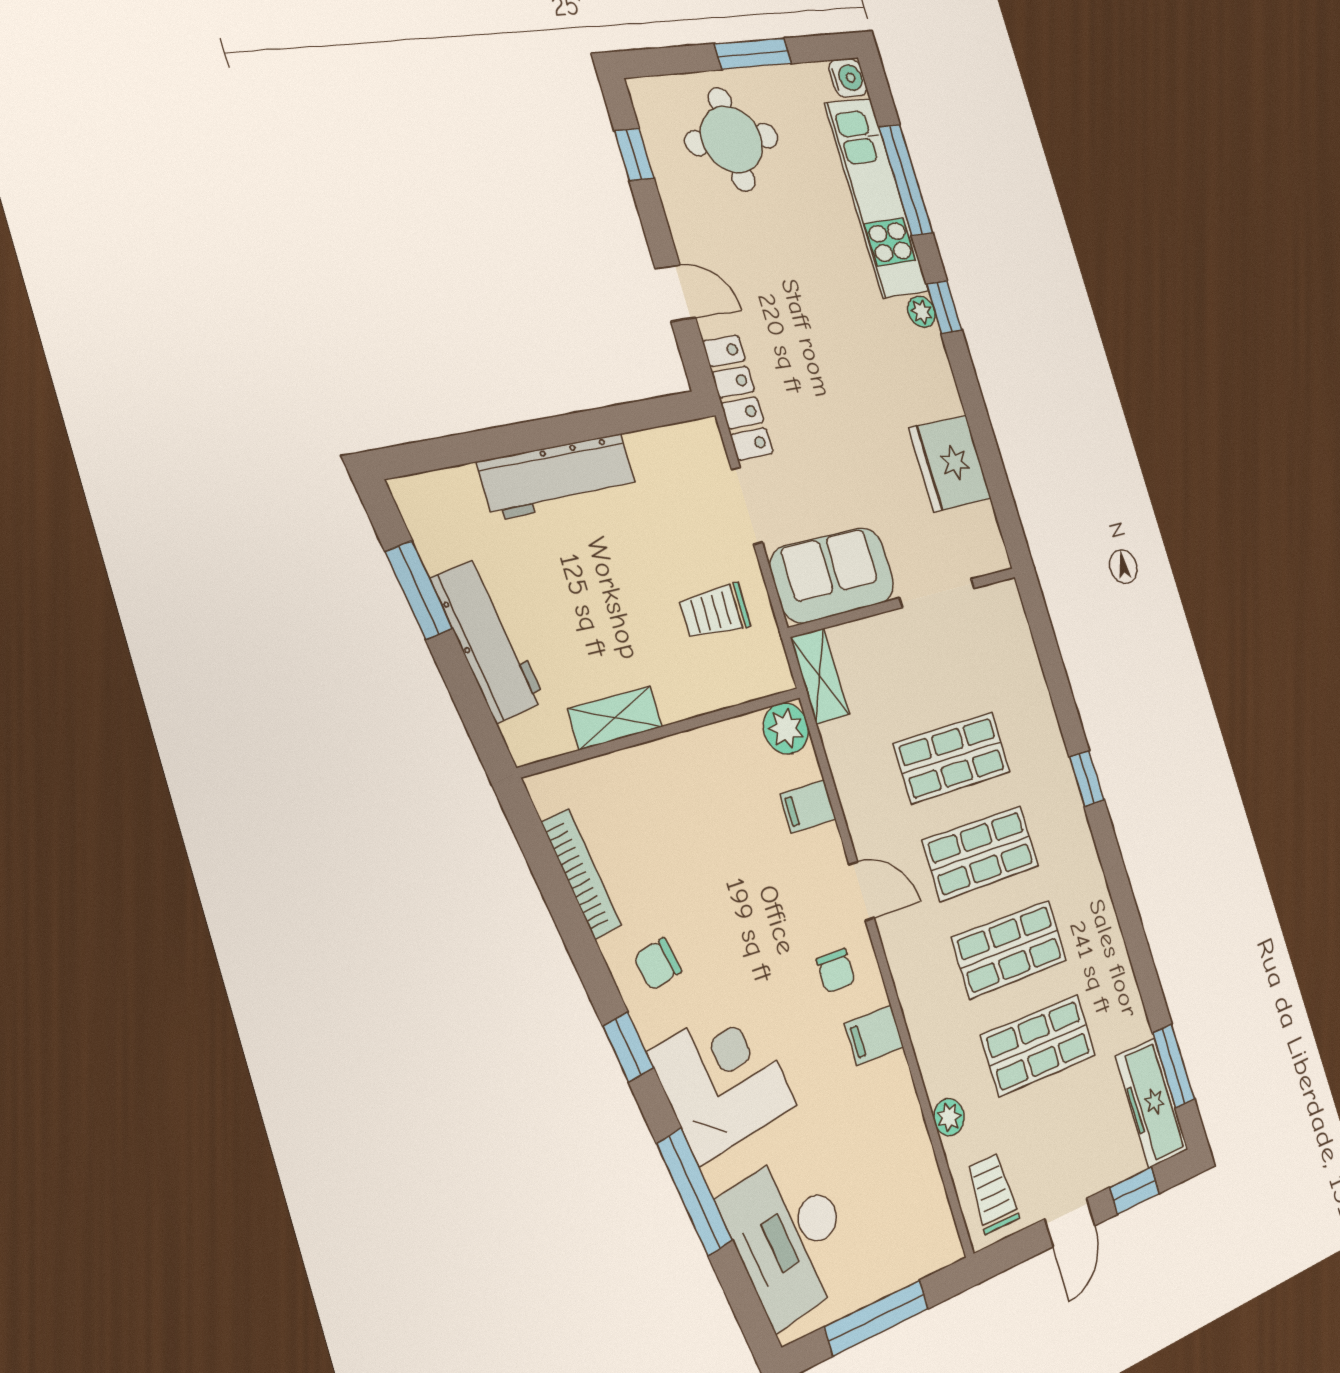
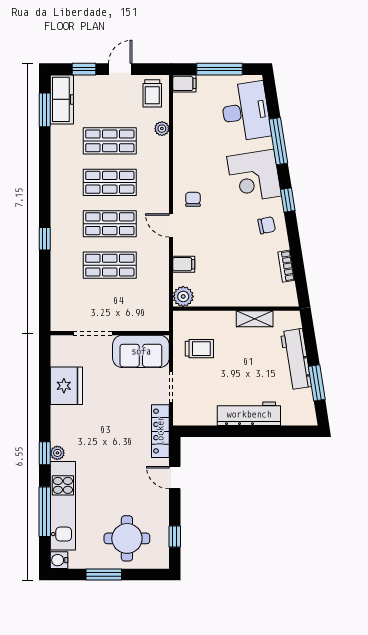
shelving: (820, 676) -> (161, 313), removed
bookcase: (581, 874) -> (286, 266), width x0.64
filing cabinet: (874, 1035) -> (184, 83), moved

